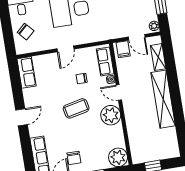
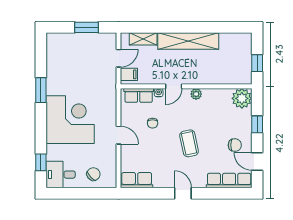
plant: (154, 26) -> (110, 38), removed
coffee table: (76, 108) -> (189, 143), moved
plant: (111, 115) -> (196, 94), width x0.53, depth x0.53

